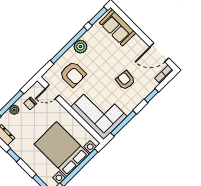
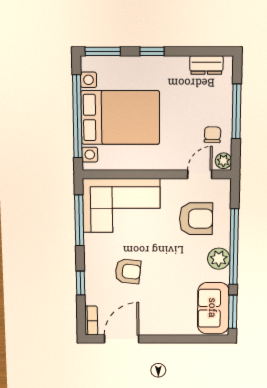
sofa: (118, 28) -> (213, 308), moved, turned -90
armchair: (73, 74) -> (196, 219), turned 180
plant: (14, 110) -> (223, 161), moved
window: (14, 155) -> (152, 51), moved

